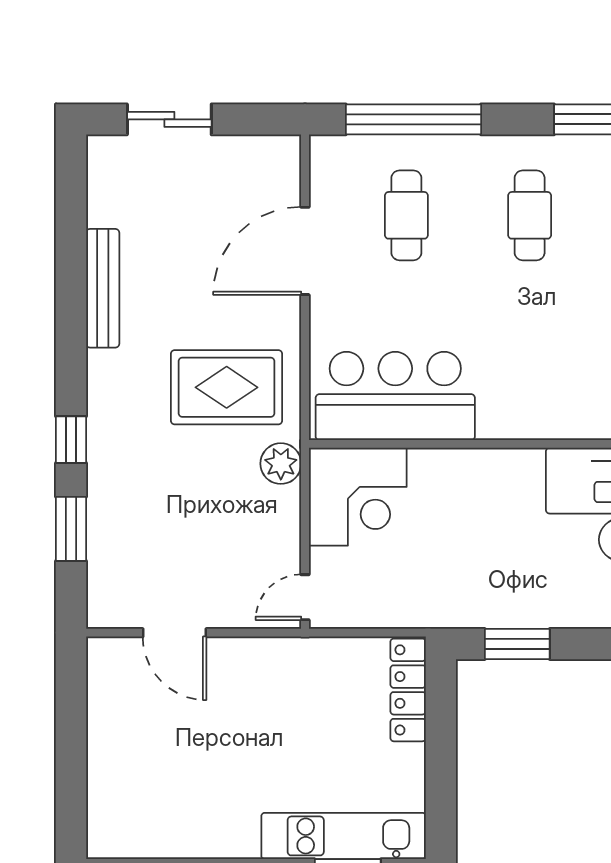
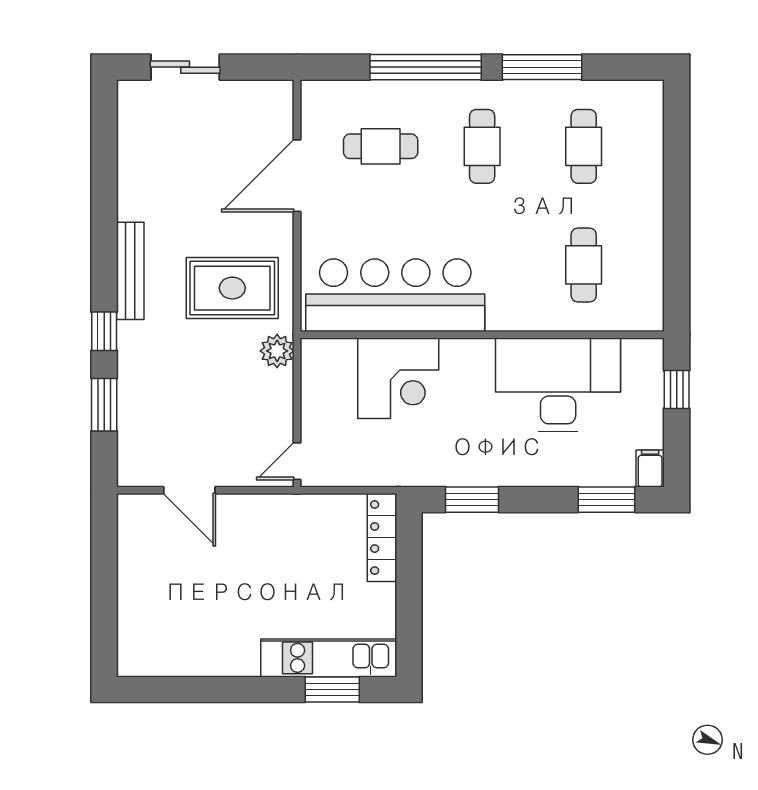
window: (413, 119) -> (426, 67), moved
cafe table: (406, 215) -> (381, 146), turned 90
bench: (103, 288) -> (130, 271), moved
bar counter: (395, 396) -> (395, 295), width x1.36
corner desk: (358, 497) -> (398, 378), moved

